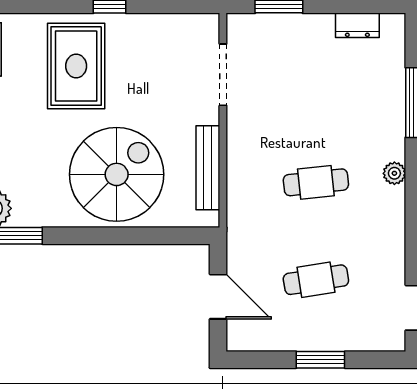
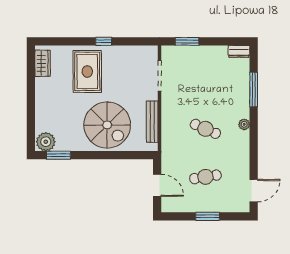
dresser: (357, 25) -> (239, 51), moved
spiral stairs: (117, 174) -> (107, 125), turned 90
cafe table: (316, 182) -> (205, 129), turned 30

